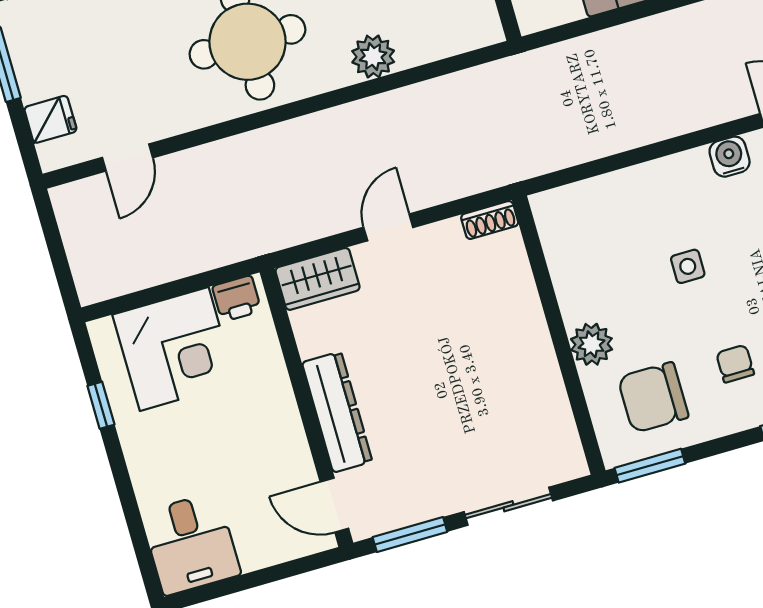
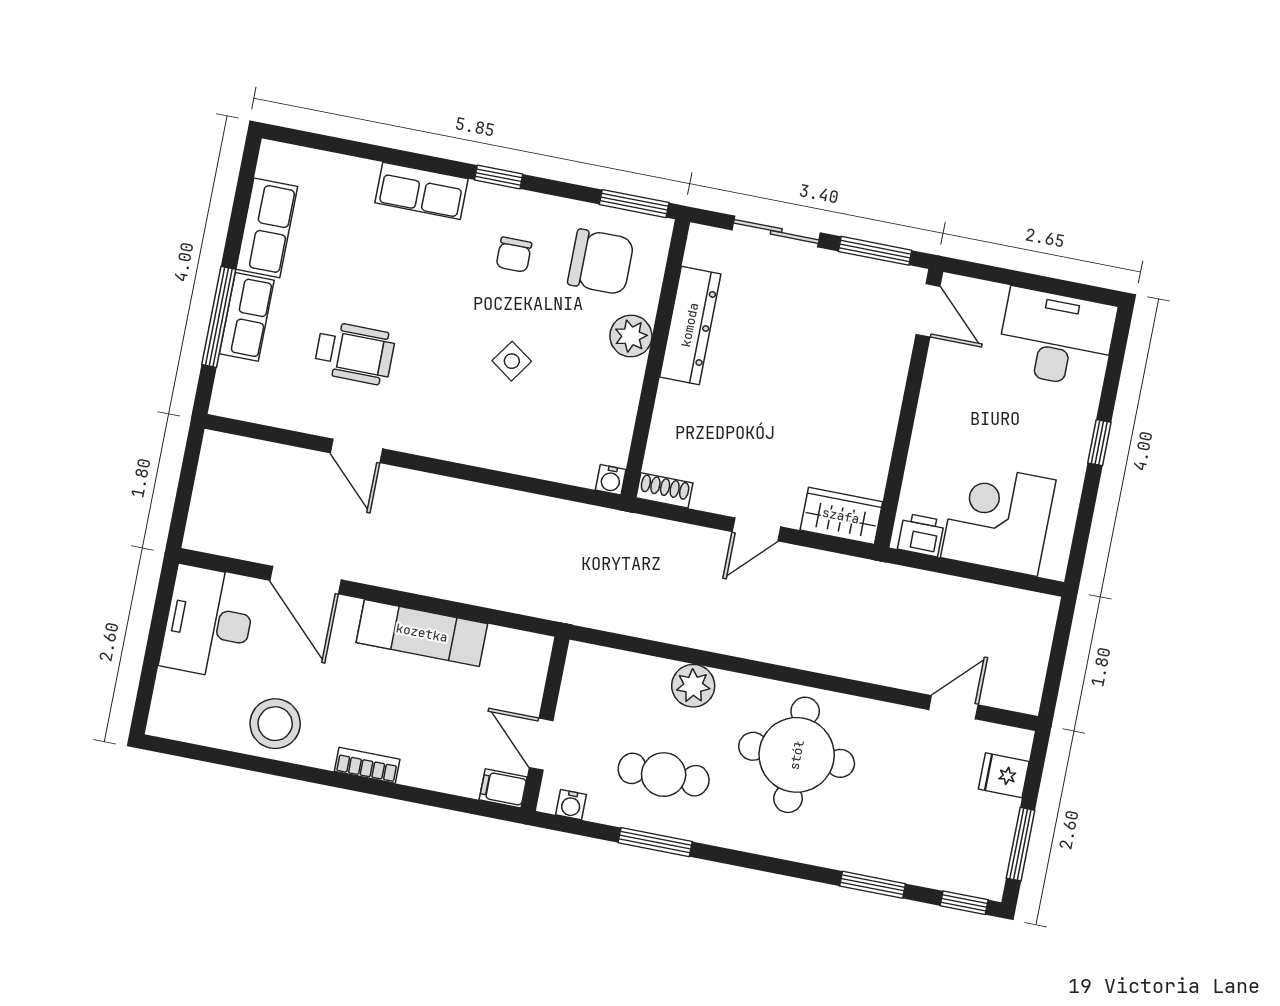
water cooler: (730, 157) -> (611, 480), moved, width x0.72, depth x0.72
side table: (688, 266) -> (512, 361), turned 35
window: (101, 405) -> (1099, 443), moved
dresser: (337, 412) -> (690, 325), moved, turned 180
desk: (191, 544) -> (1056, 338), width x1.37

